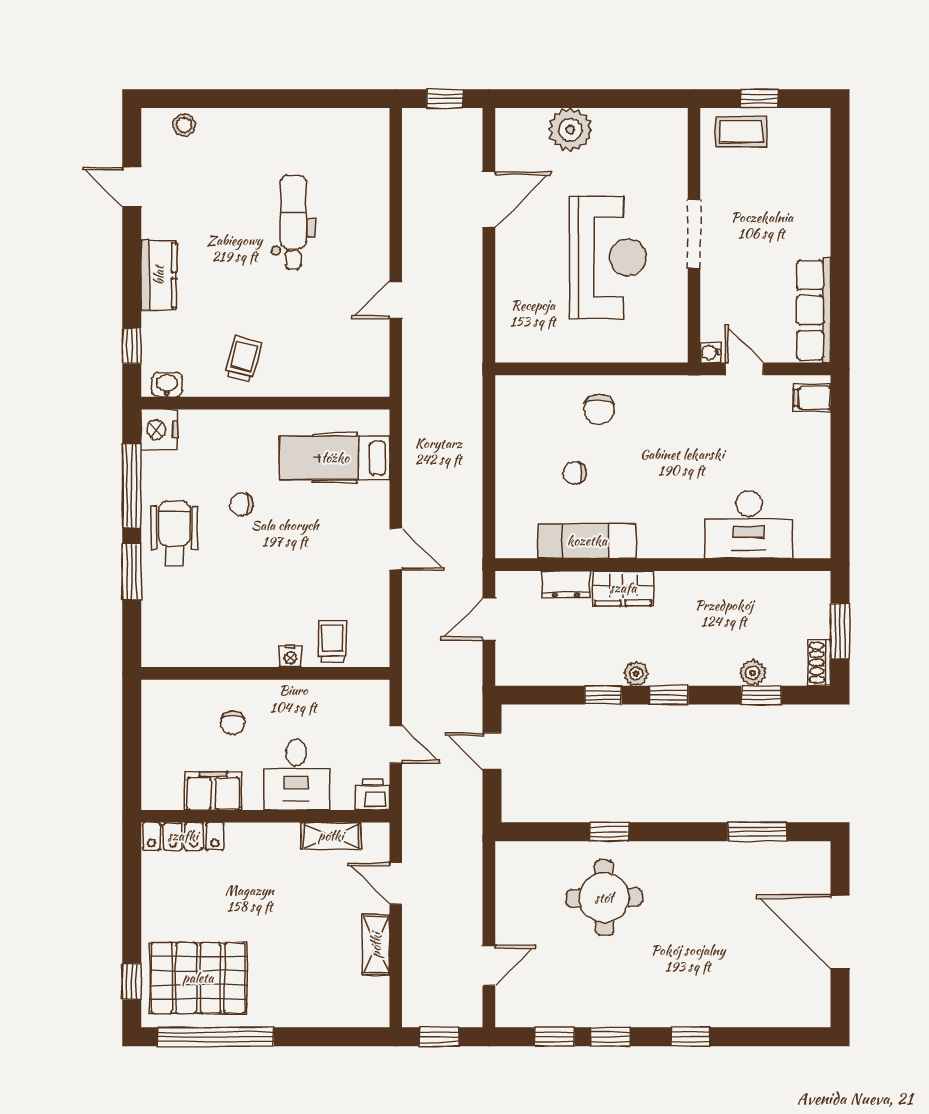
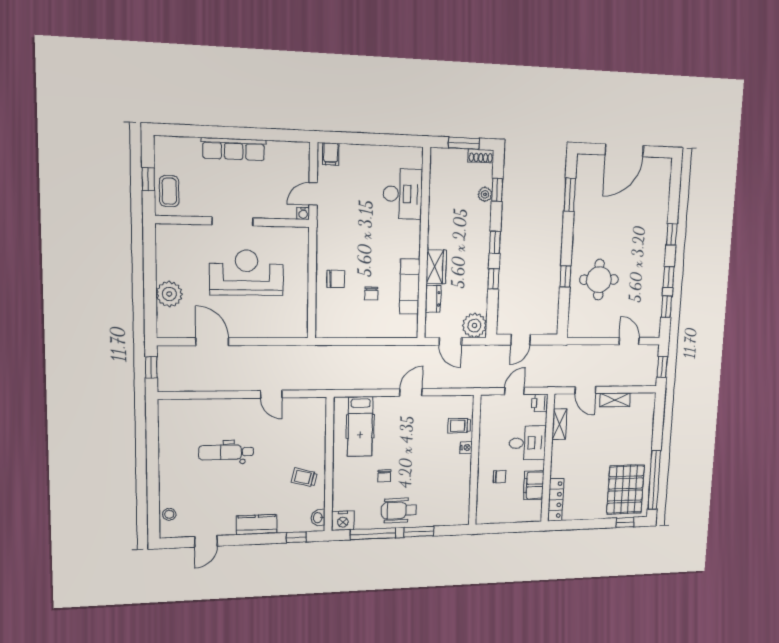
row of seats: (814, 310) -> (234, 149), moved
plant: (636, 674) -> (474, 325), moved, width x1.88, depth x1.88
door: (396, 884) -> (585, 390), hinge flipped

